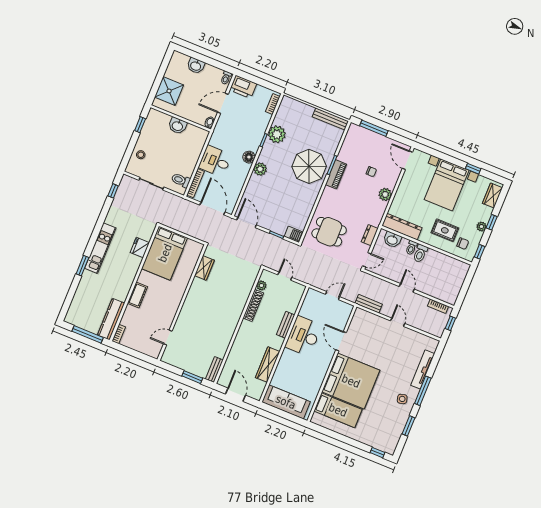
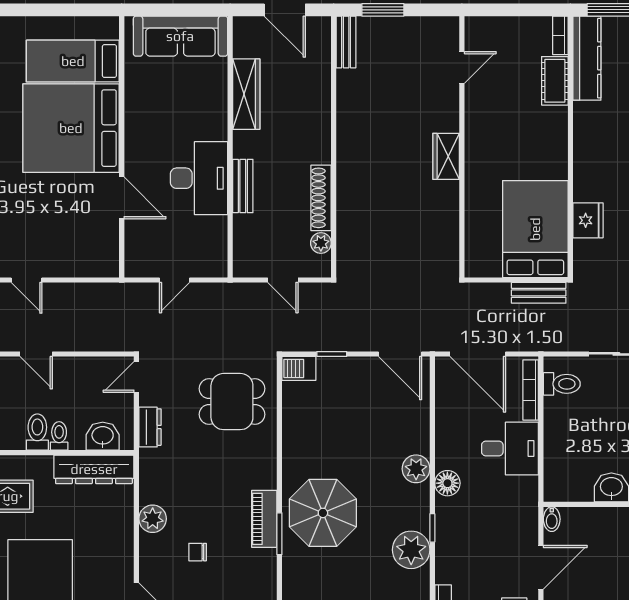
wardrobe: (204, 268) -> (446, 156), moved
cot: (137, 295) -> (555, 81), moved
bench: (369, 304) -> (539, 293), moved

